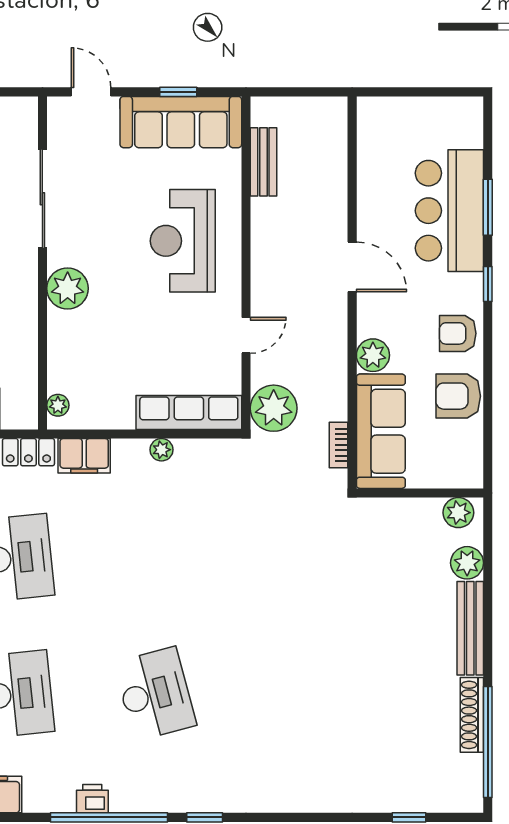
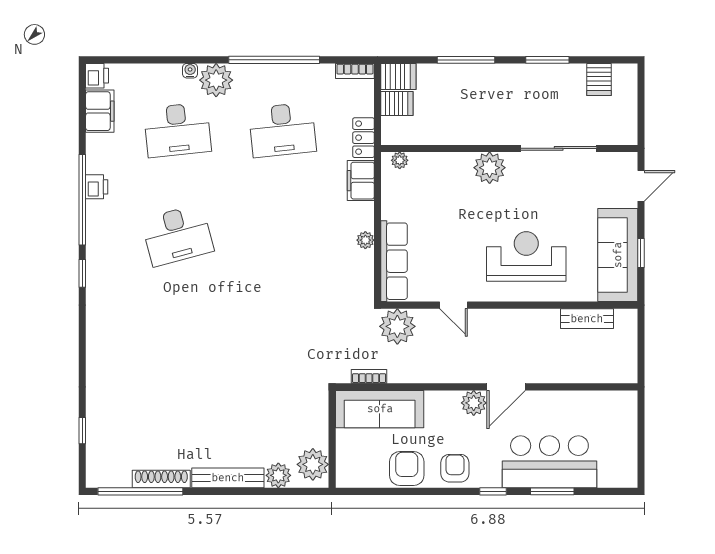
plant: (373, 355) -> (474, 403), moved
plant: (458, 513) -> (313, 464), width x1.36, depth x1.36

